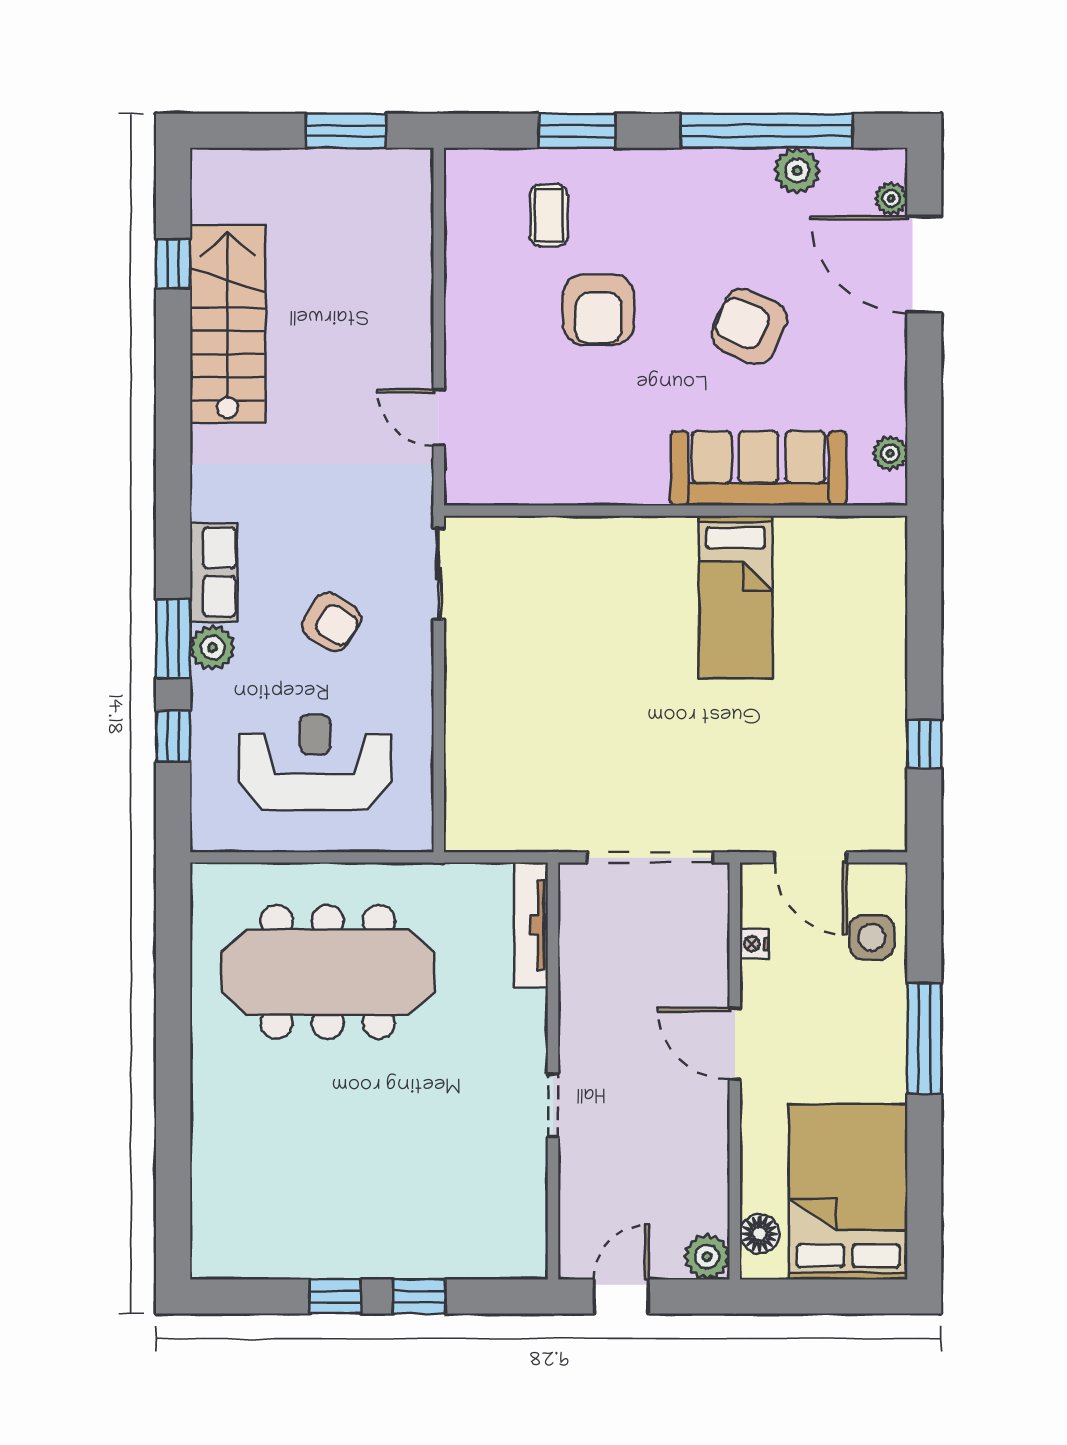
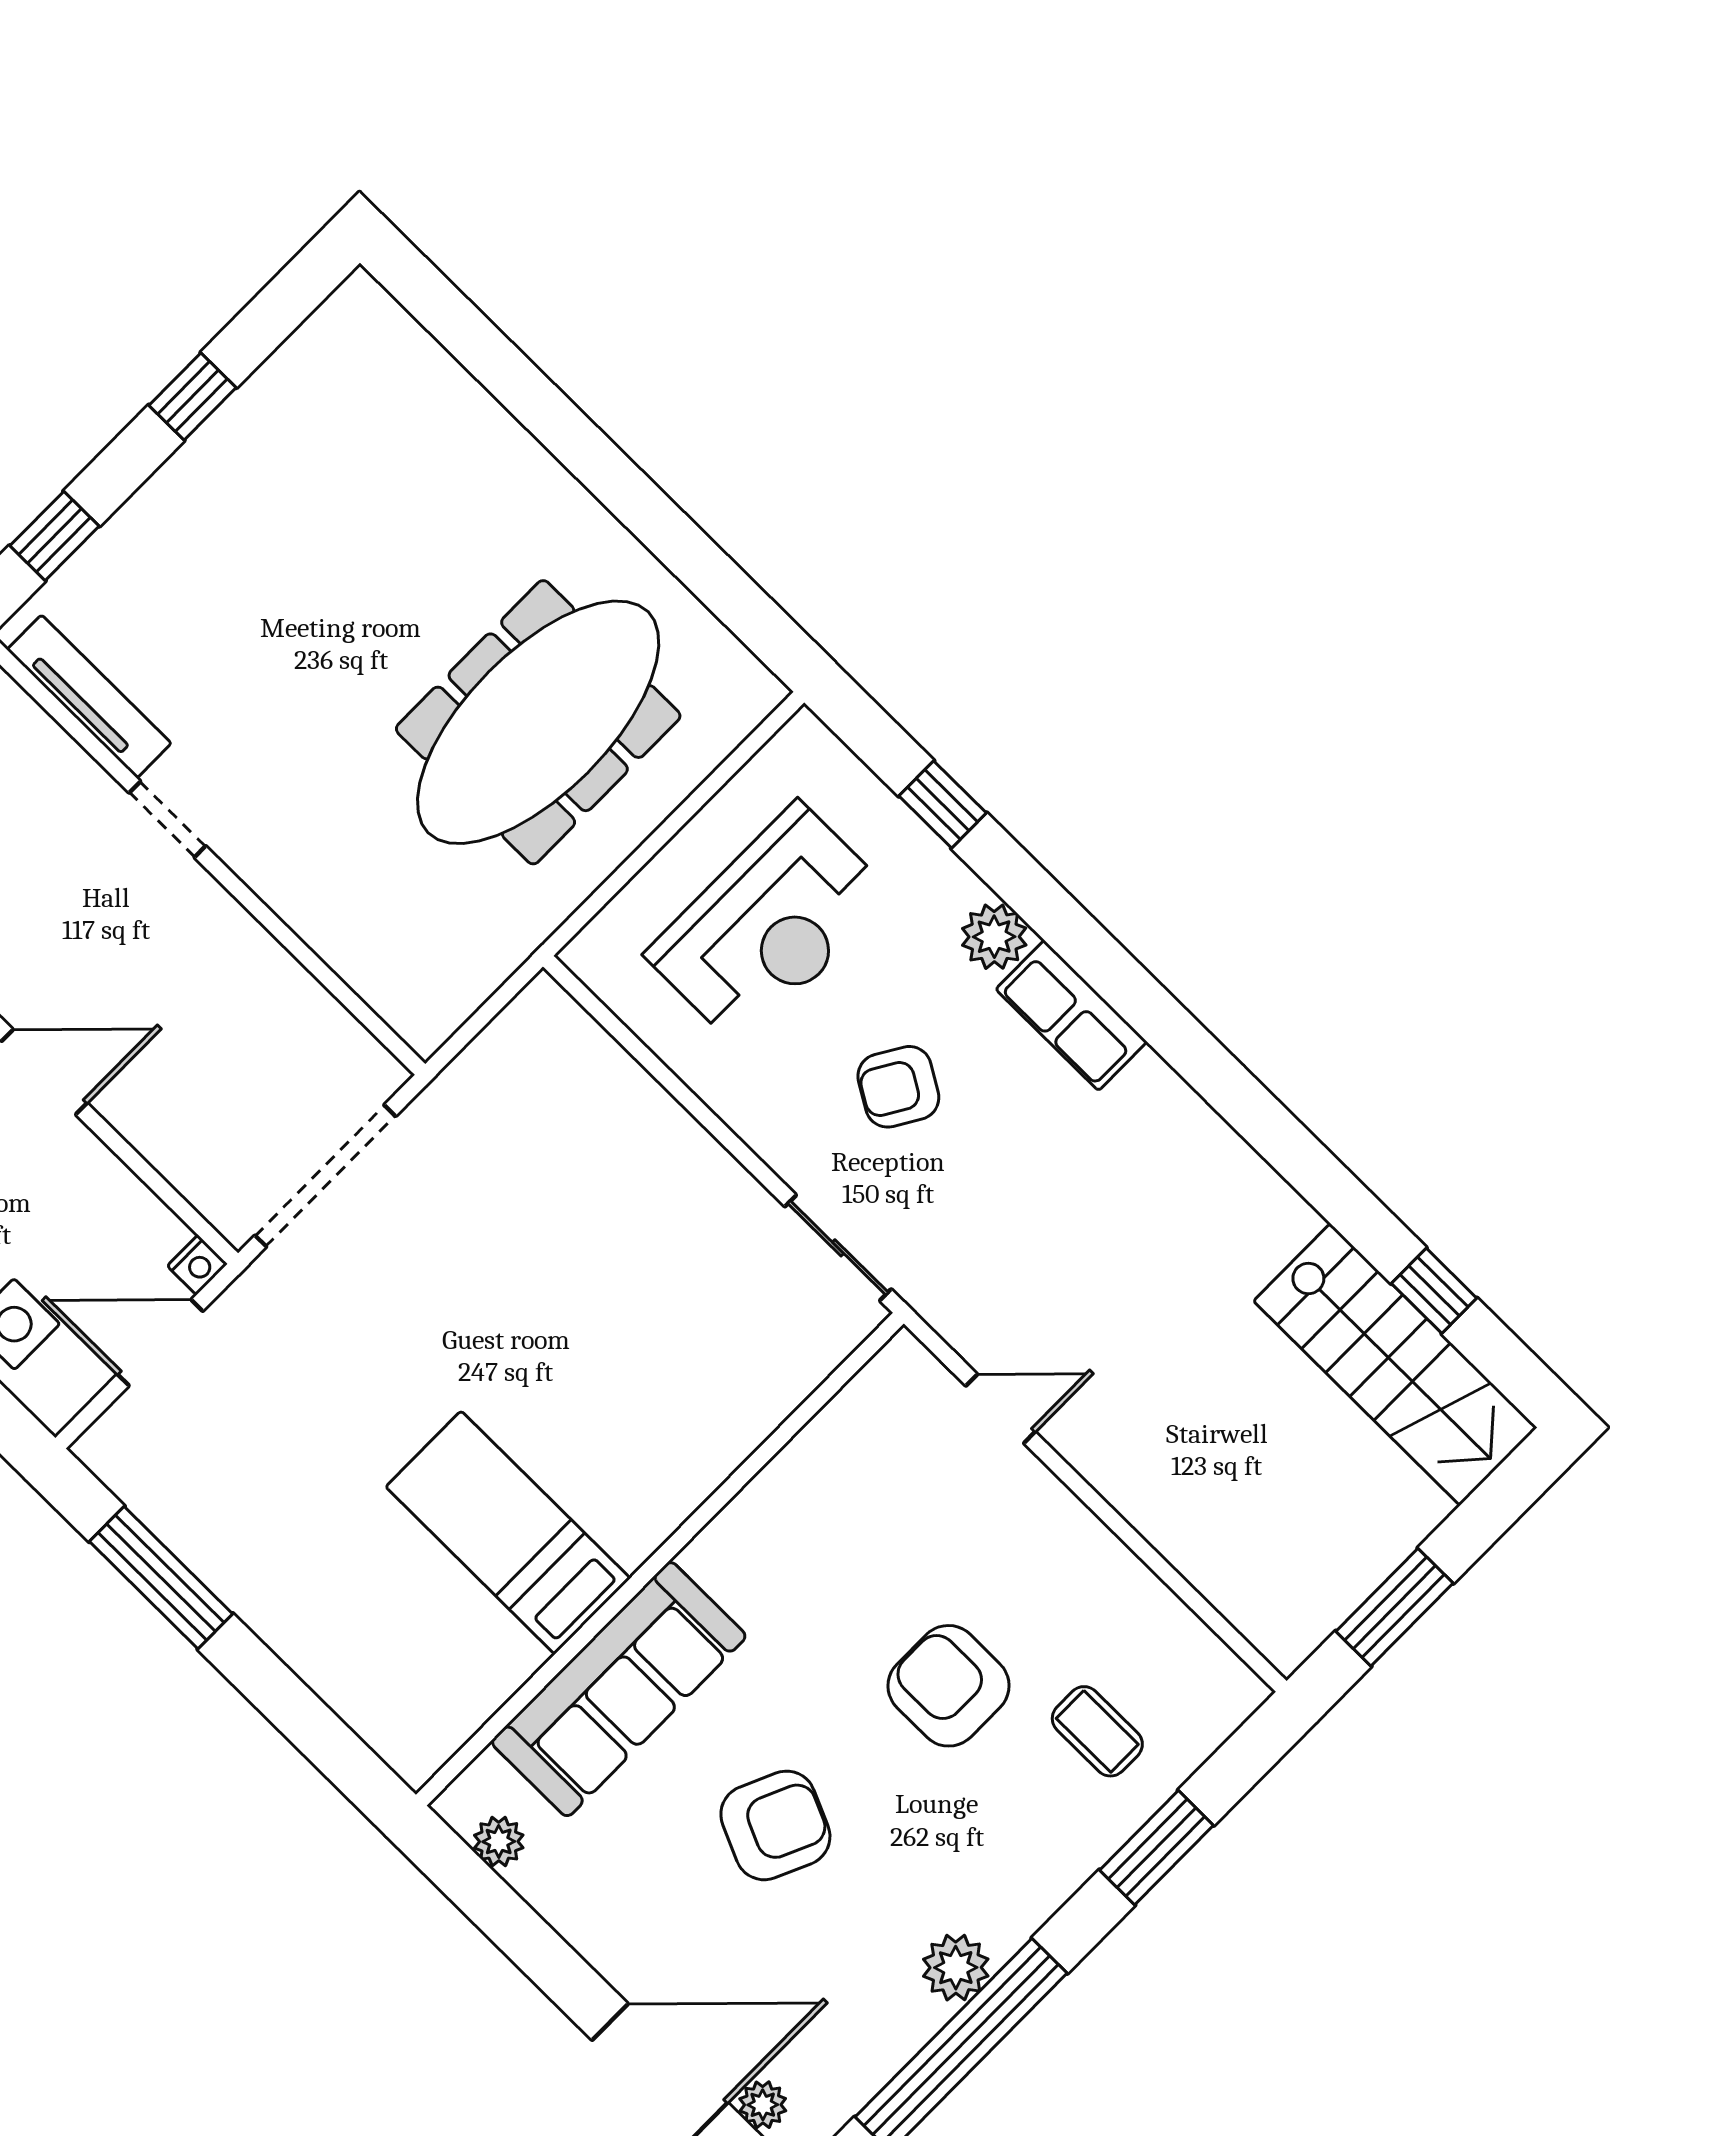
plant: (797, 171) -> (956, 1968), moved
stairs: (228, 324) -> (1395, 1364), moved
window: (173, 639) -> (1044, 905), removed
window: (924, 744) -> (161, 1578), width x2.17
tv unit: (531, 925) -> (89, 697), moved
nightstand: (754, 944) -> (197, 1265), moved, turned 90
window: (419, 1296) -> (55, 536), moved

